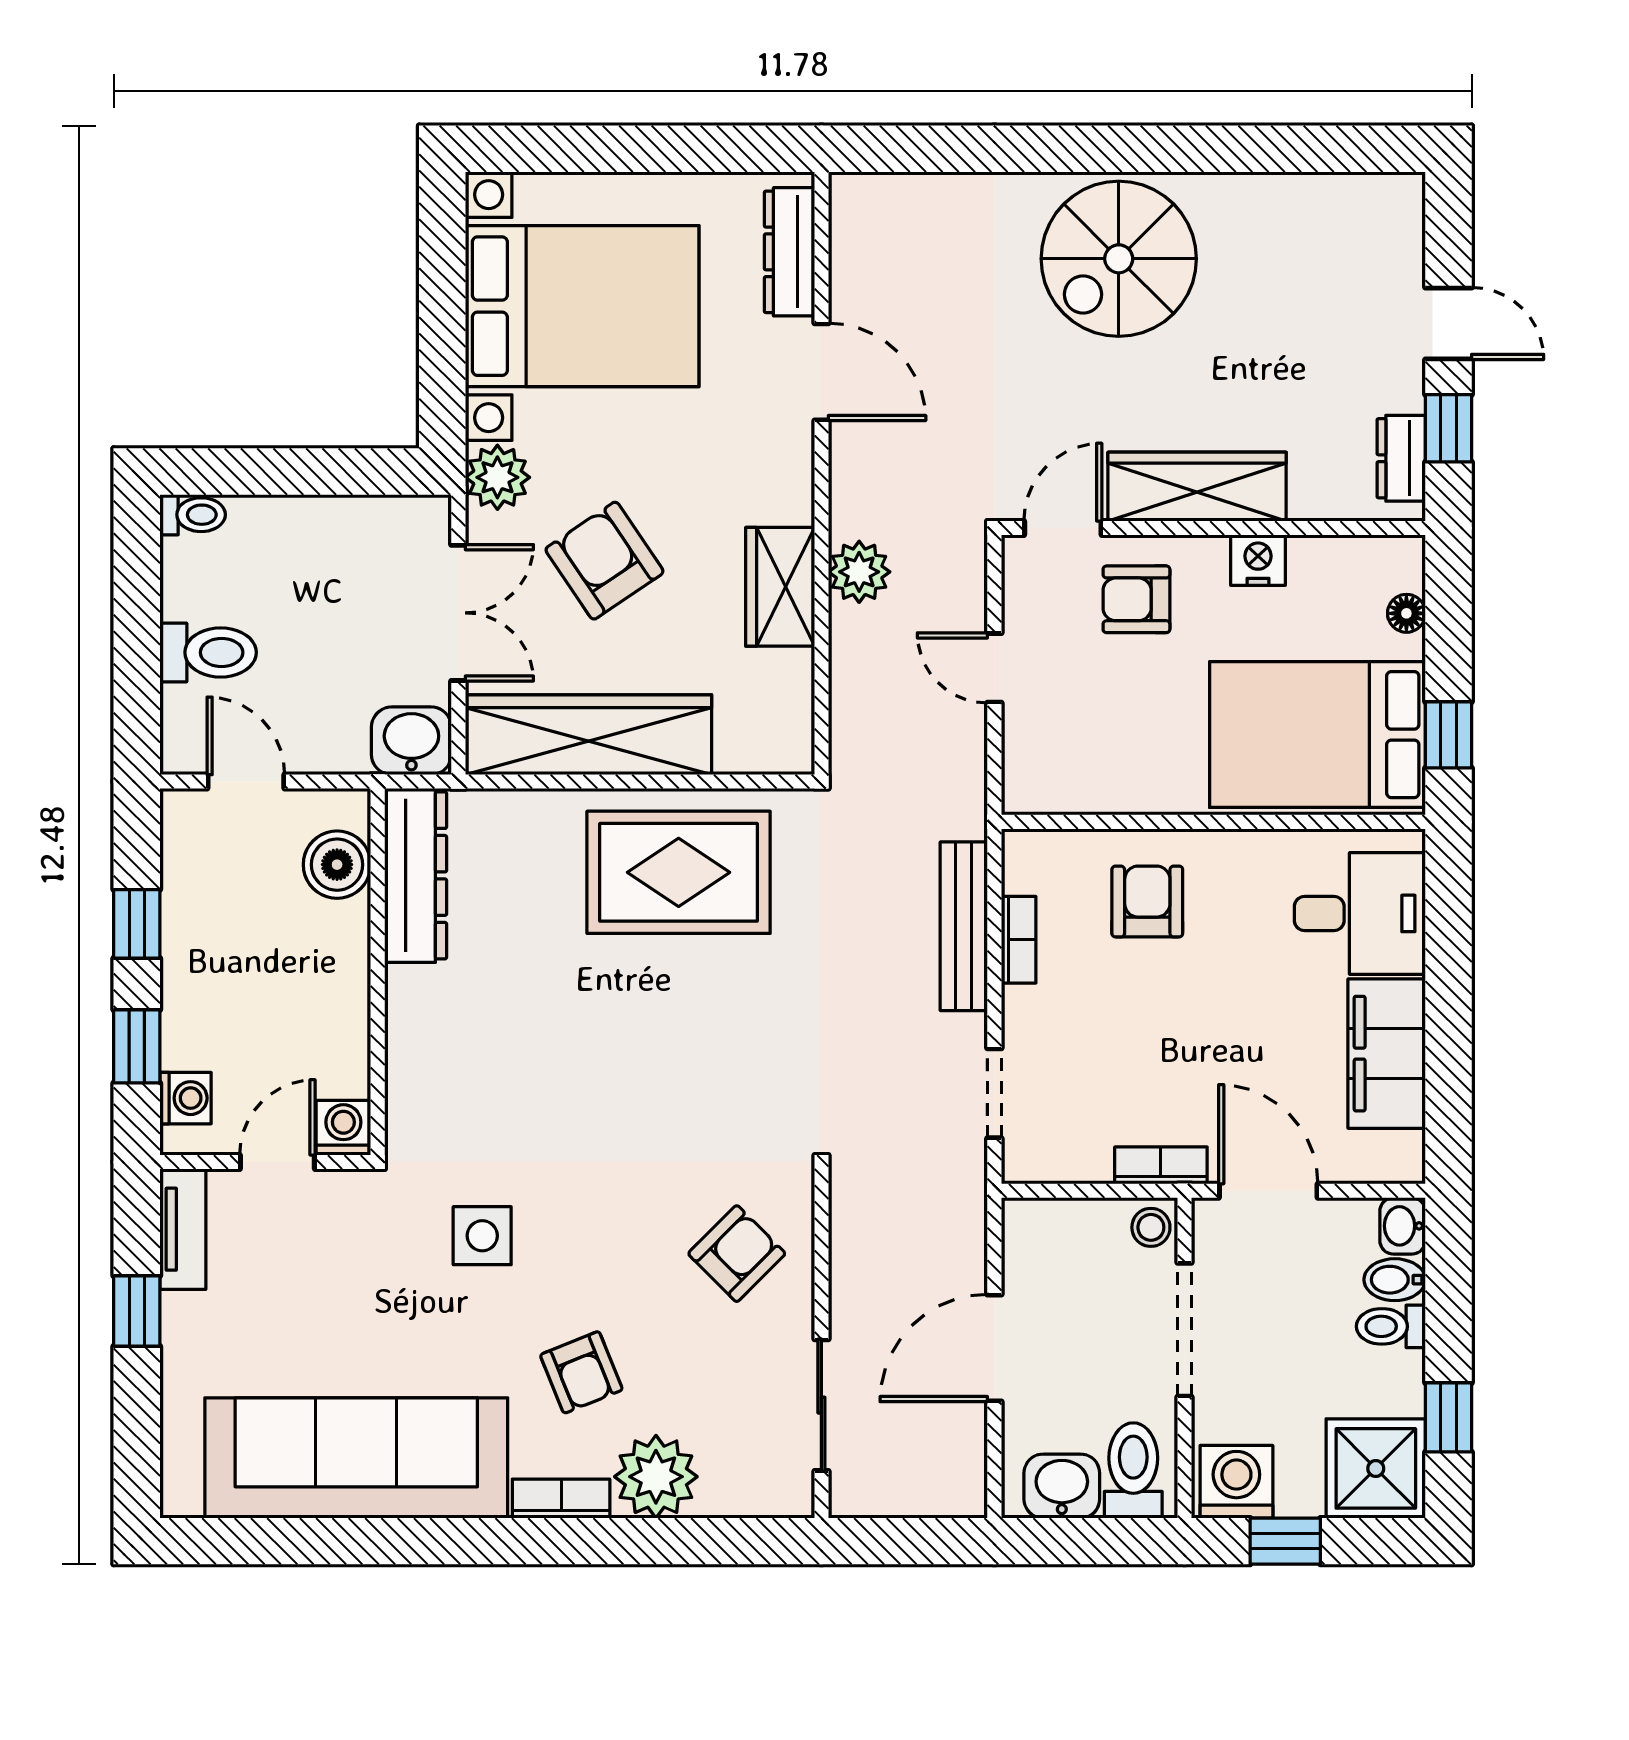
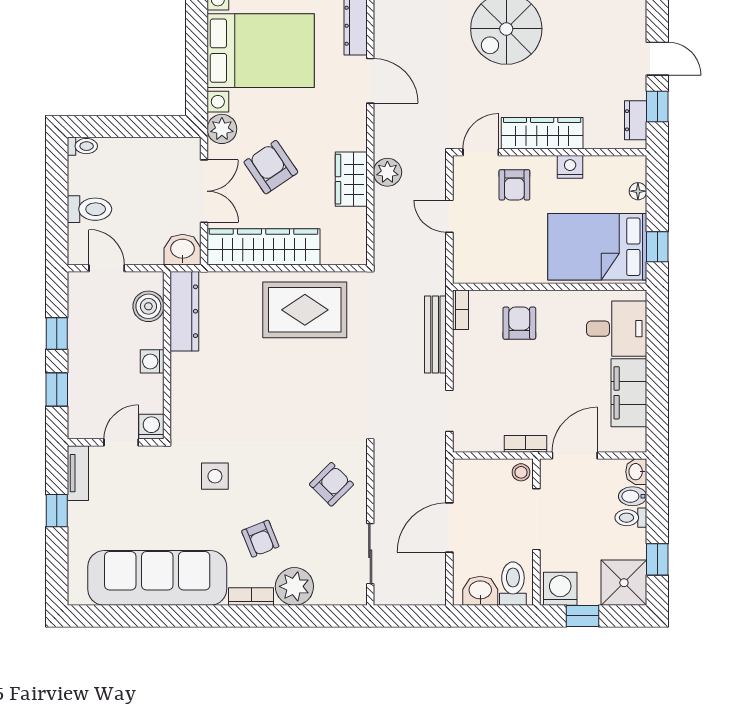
armchair: (1136, 599) -> (514, 185), turned -90
bookcase: (1019, 940) -> (460, 310), moved
washing machine: (185, 1098) -> (152, 361), moved, turned 180
door: (1268, 1191) -> (575, 456), hinge flipped

